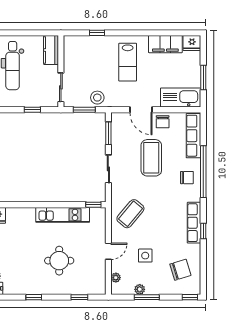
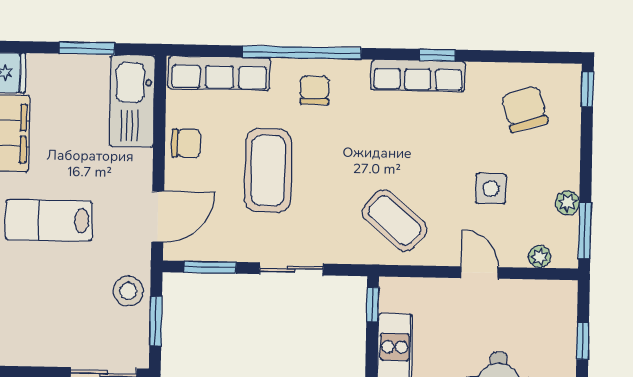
lab bench: (128, 62) -> (49, 220), turned 180
door: (141, 110) -> (158, 217), moved
coffee table: (151, 158) -> (268, 170), turned 90
window: (147, 297) -> (585, 230), moved

